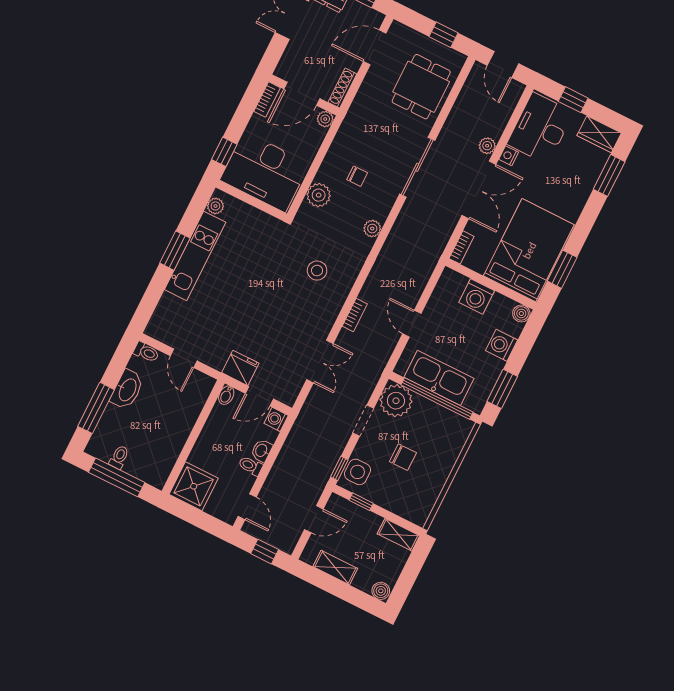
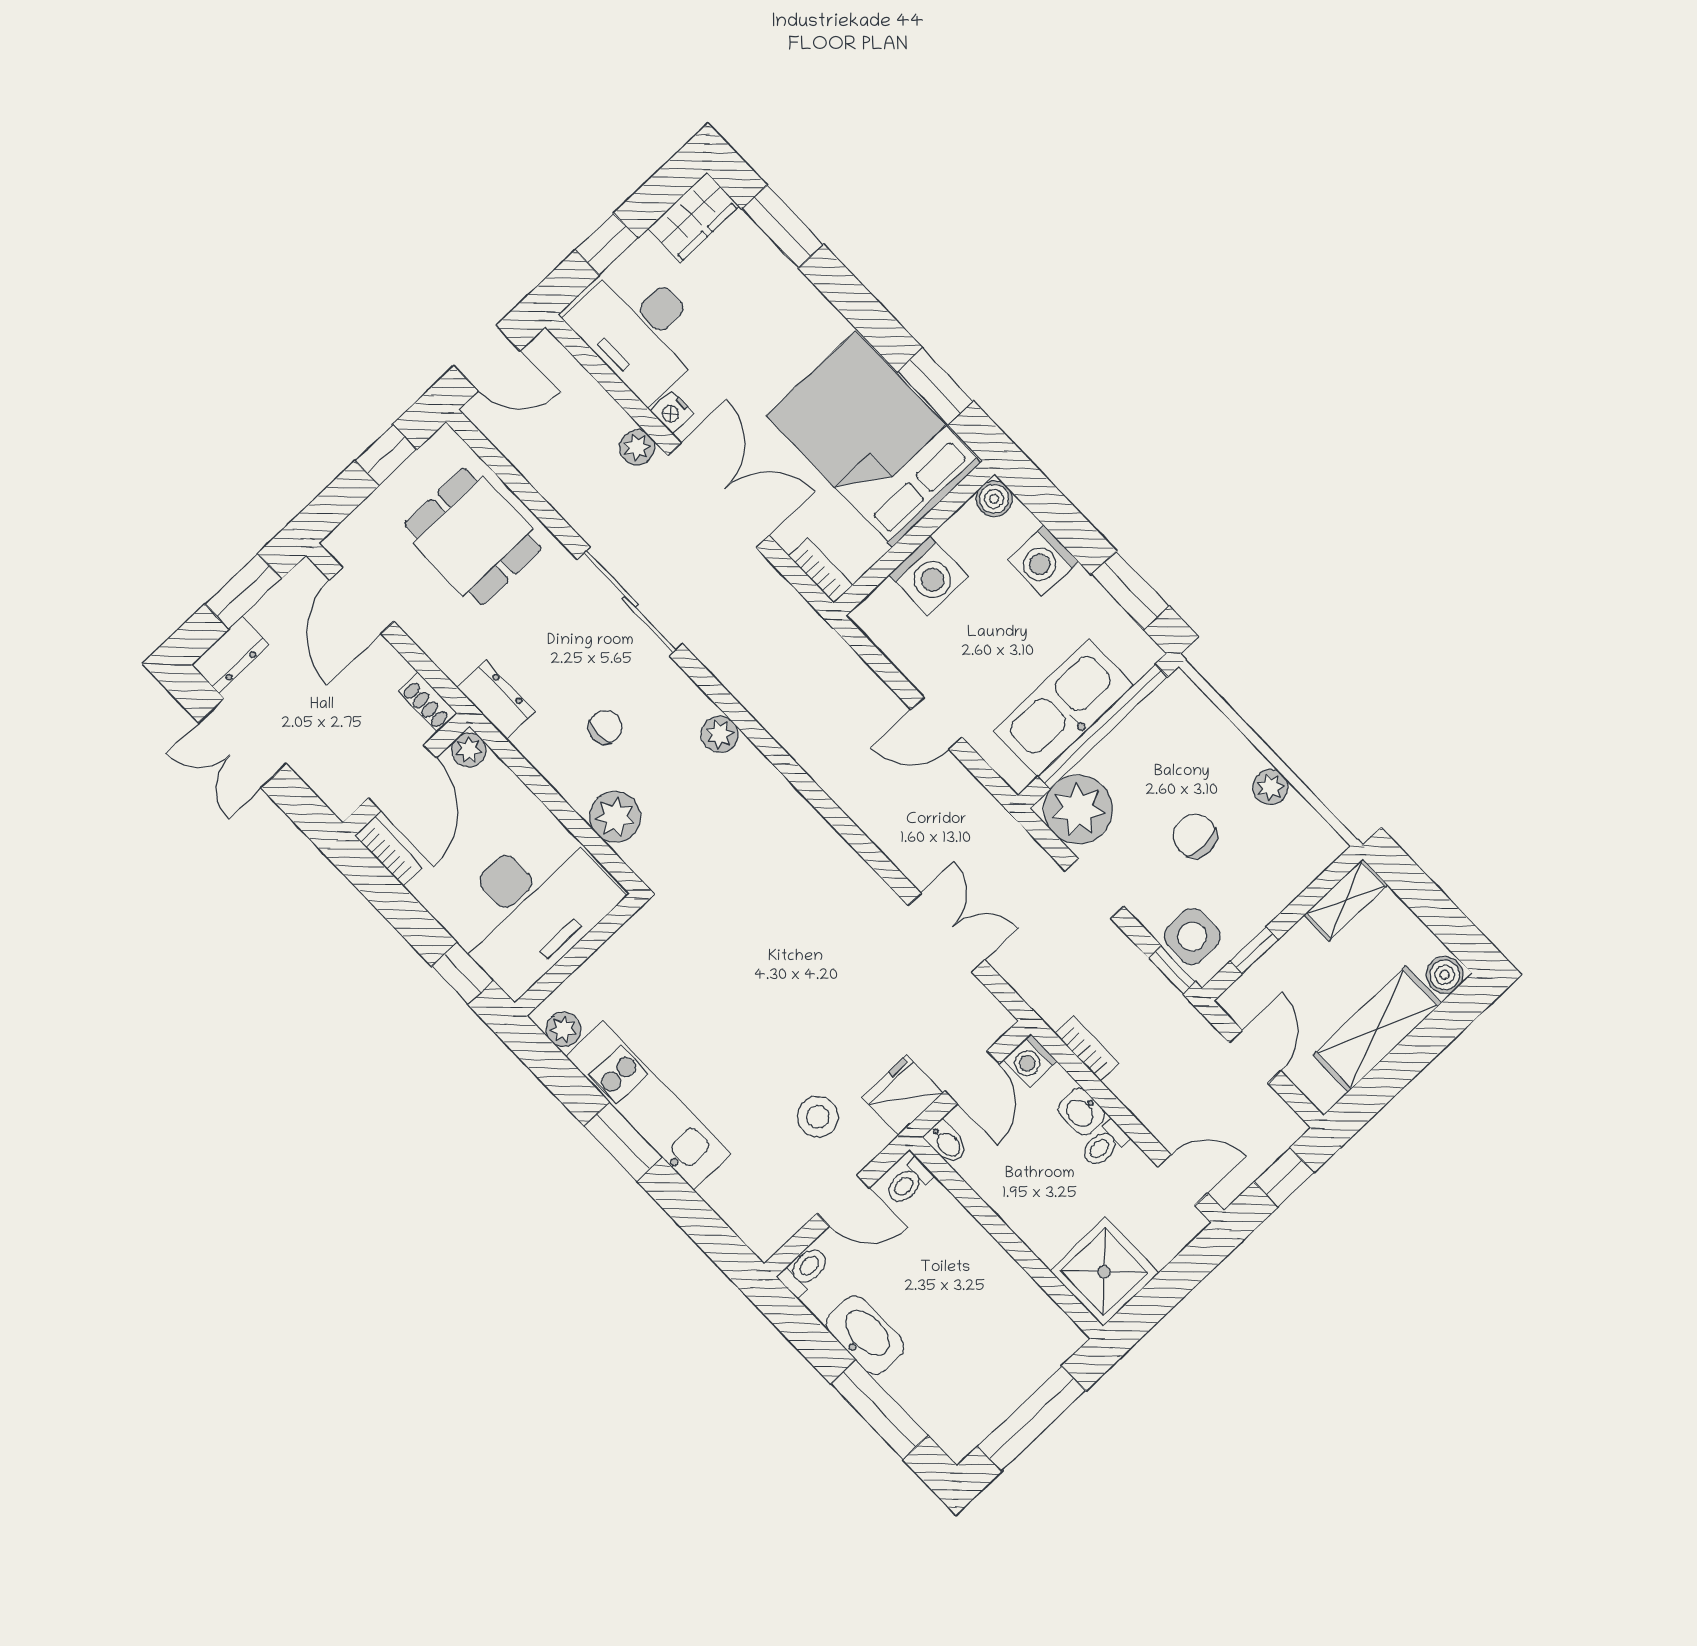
shoe rack: (342, 88) -> (428, 702), width x0.70
dresser: (352, 123) -> (496, 700), added
stool: (317, 271) -> (818, 1117), moved
bookcase: (355, 315) -> (1087, 1048), moved
toilet: (119, 457) -> (908, 1182), moved, turned -90
chair: (403, 457) -> (1195, 836), turned -90
plant: (437, 483) -> (1270, 787), added
shelving: (335, 567) -> (1377, 1029), width x1.50, depth x1.33

